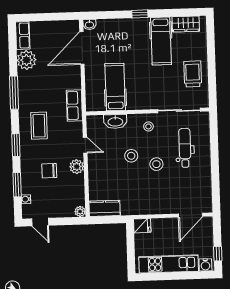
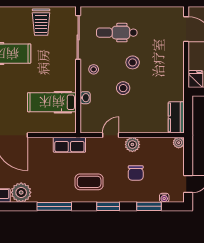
trolley: (193, 74) -> (41, 22), turned -90
washbasin: (115, 121) -> (85, 98), width x0.52, depth x0.69

